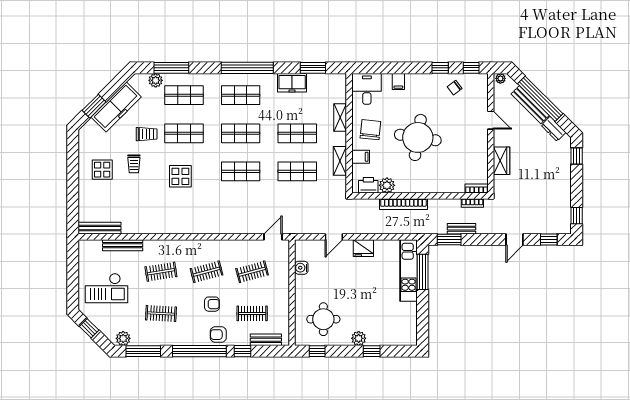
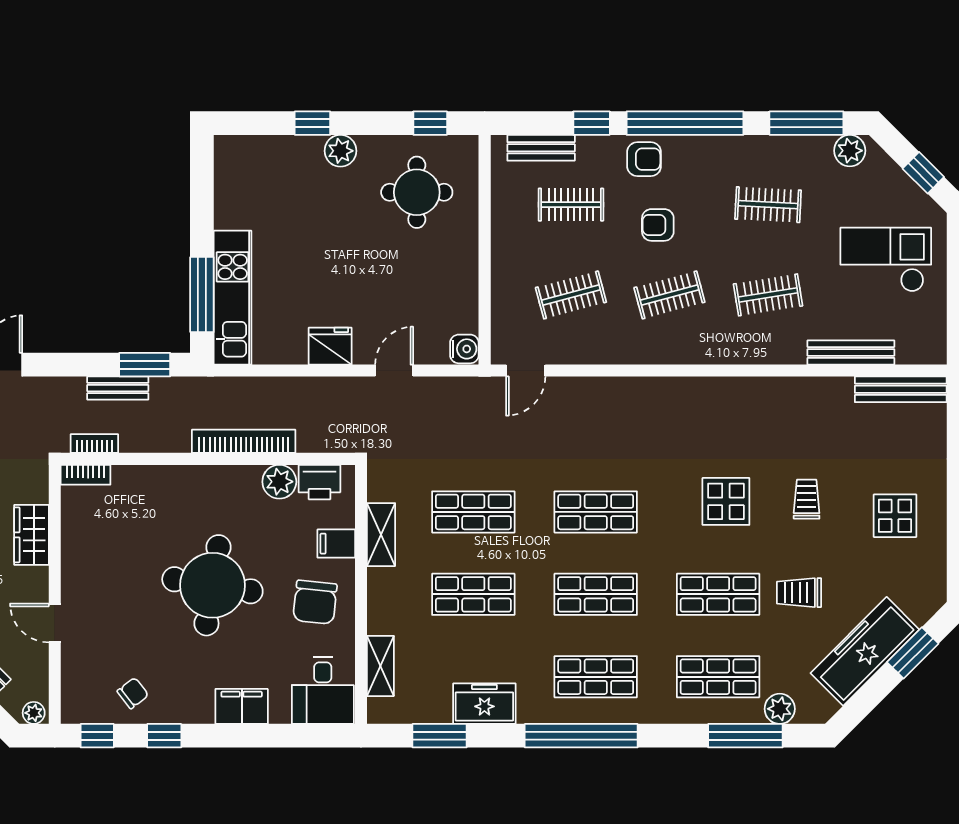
filing cabinet: (398, 81) -> (242, 706), width x2.00
shelving: (340, 117) -> (380, 666), moved
trolley: (134, 164) -> (807, 499), moved
water cooler: (301, 268) -> (464, 349), moved

